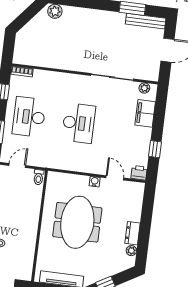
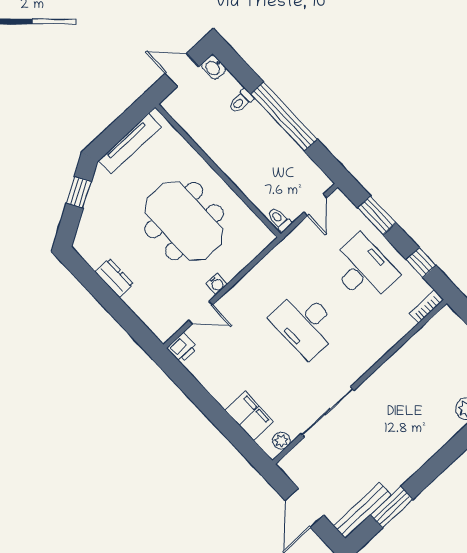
window: (155, 149) -> (195, 391), removed
plant: (131, 251) -> (94, 259), removed

